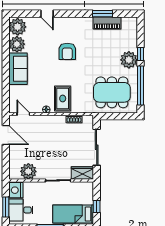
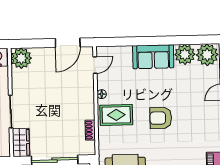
armchair: (67, 51) -> (161, 118), moved
plant: (28, 171) -> (21, 58), moved

